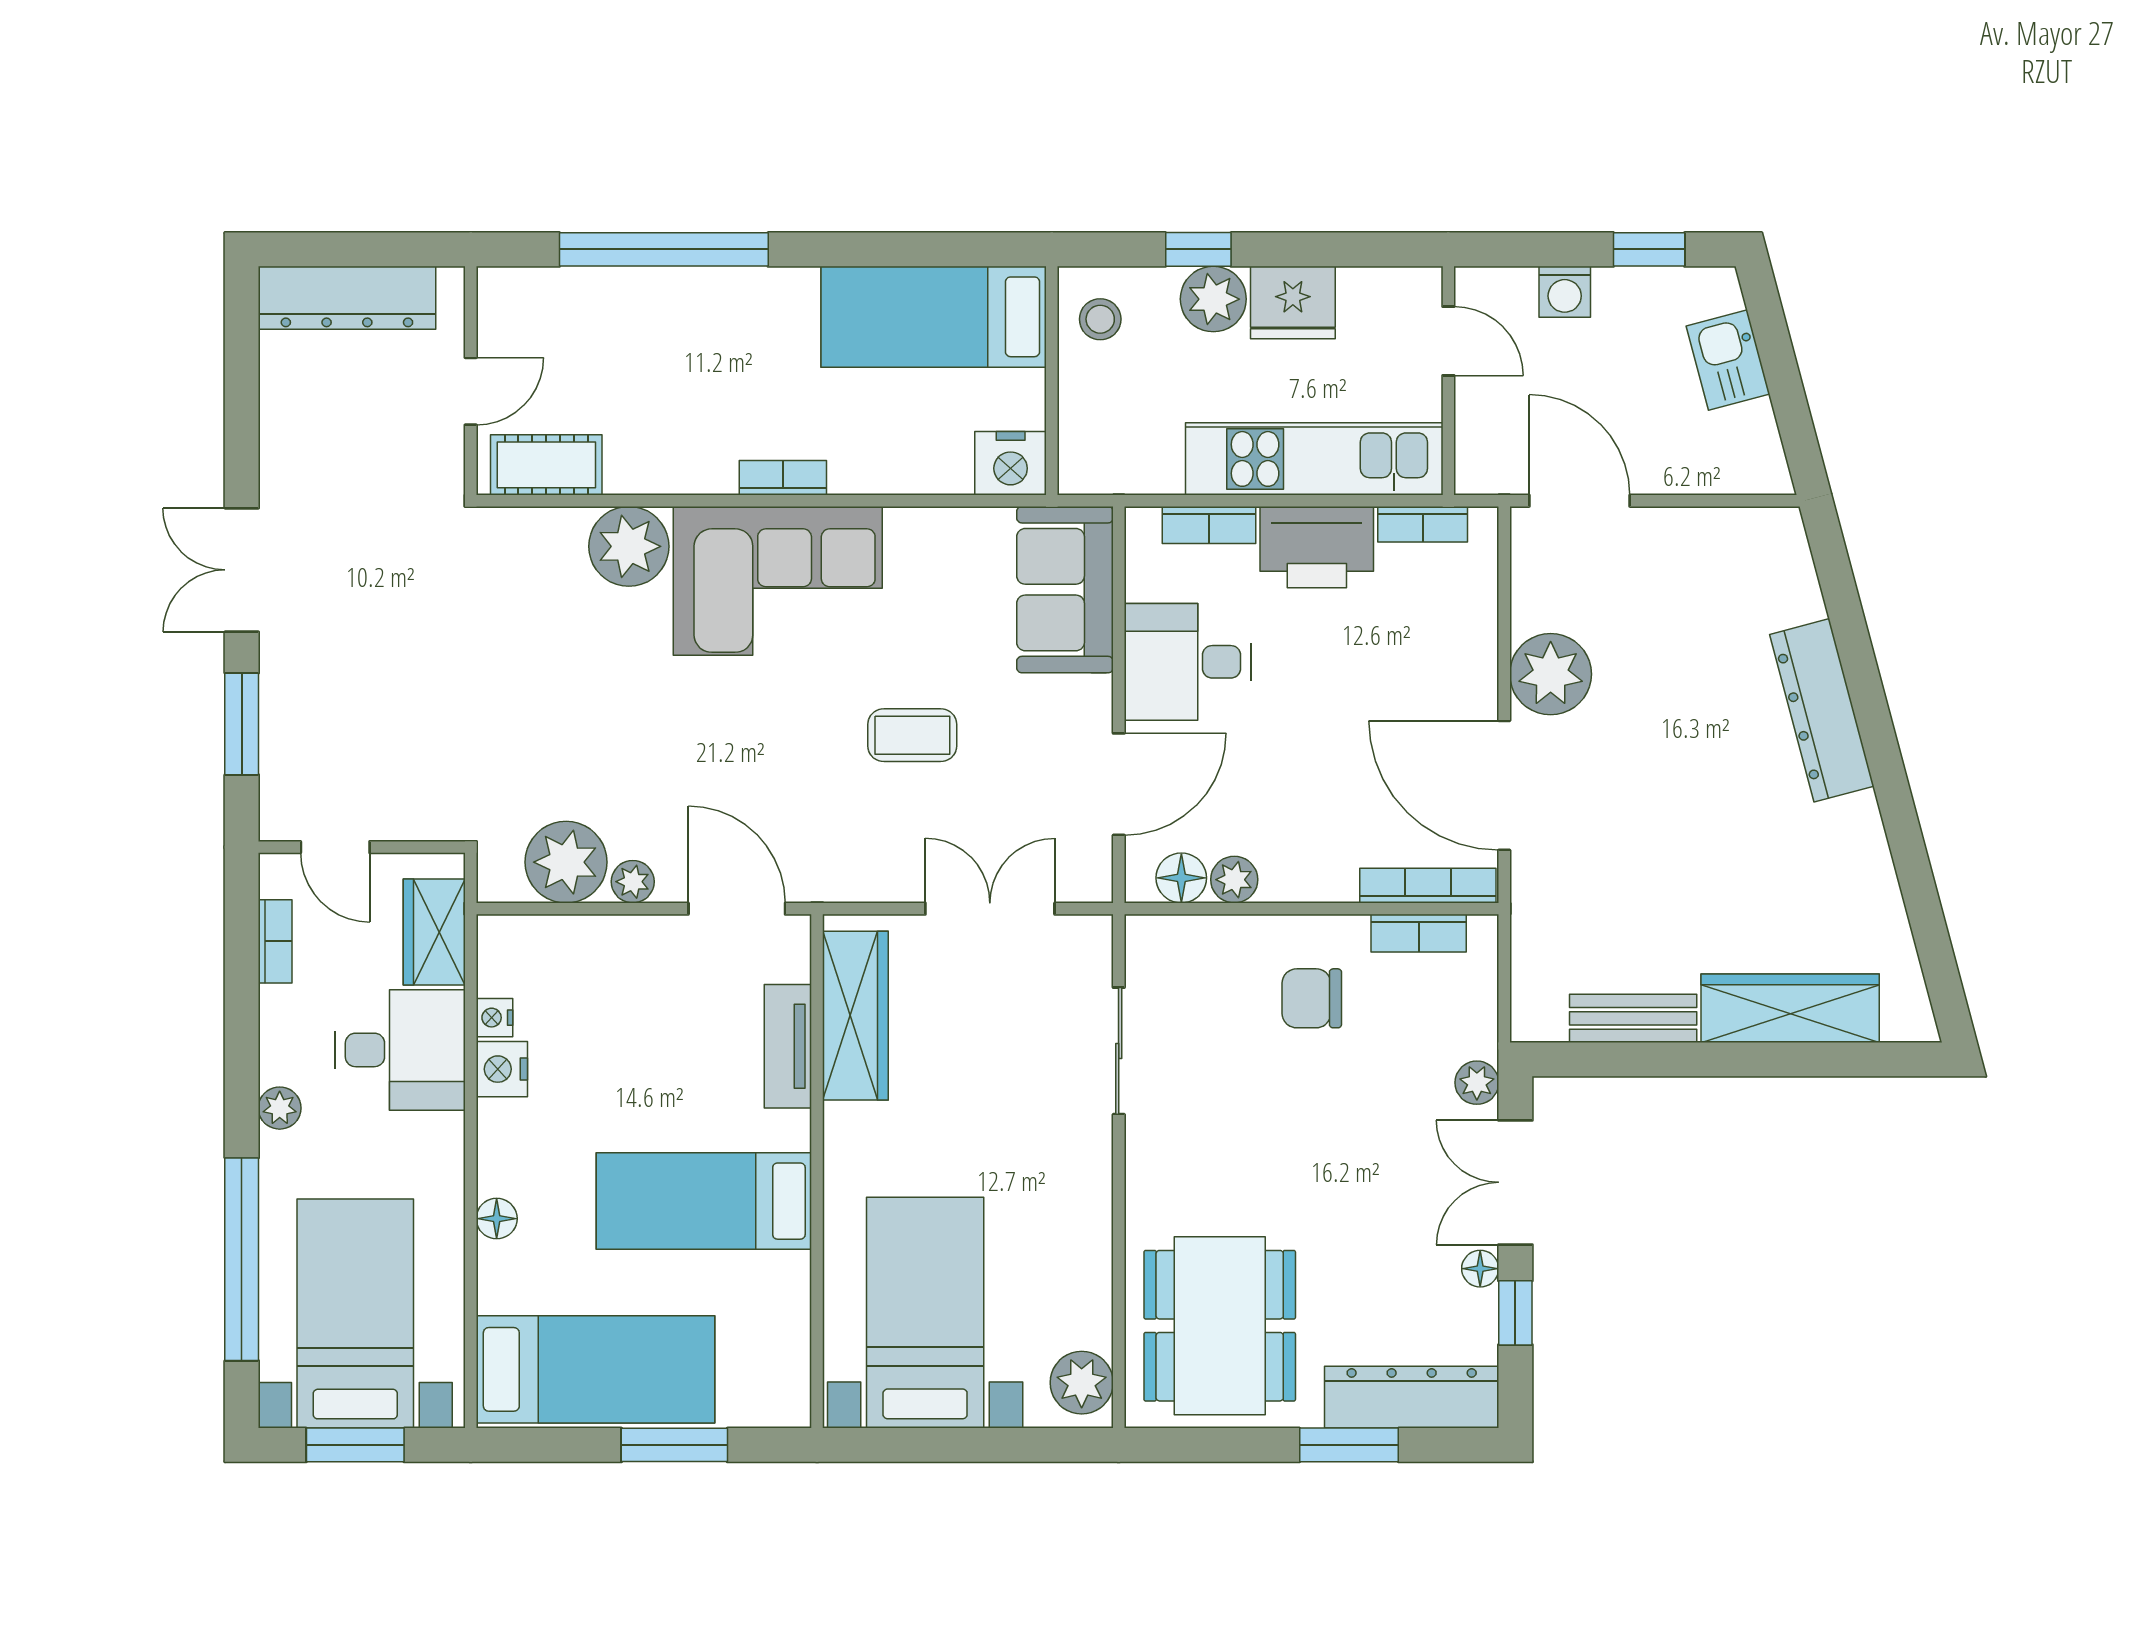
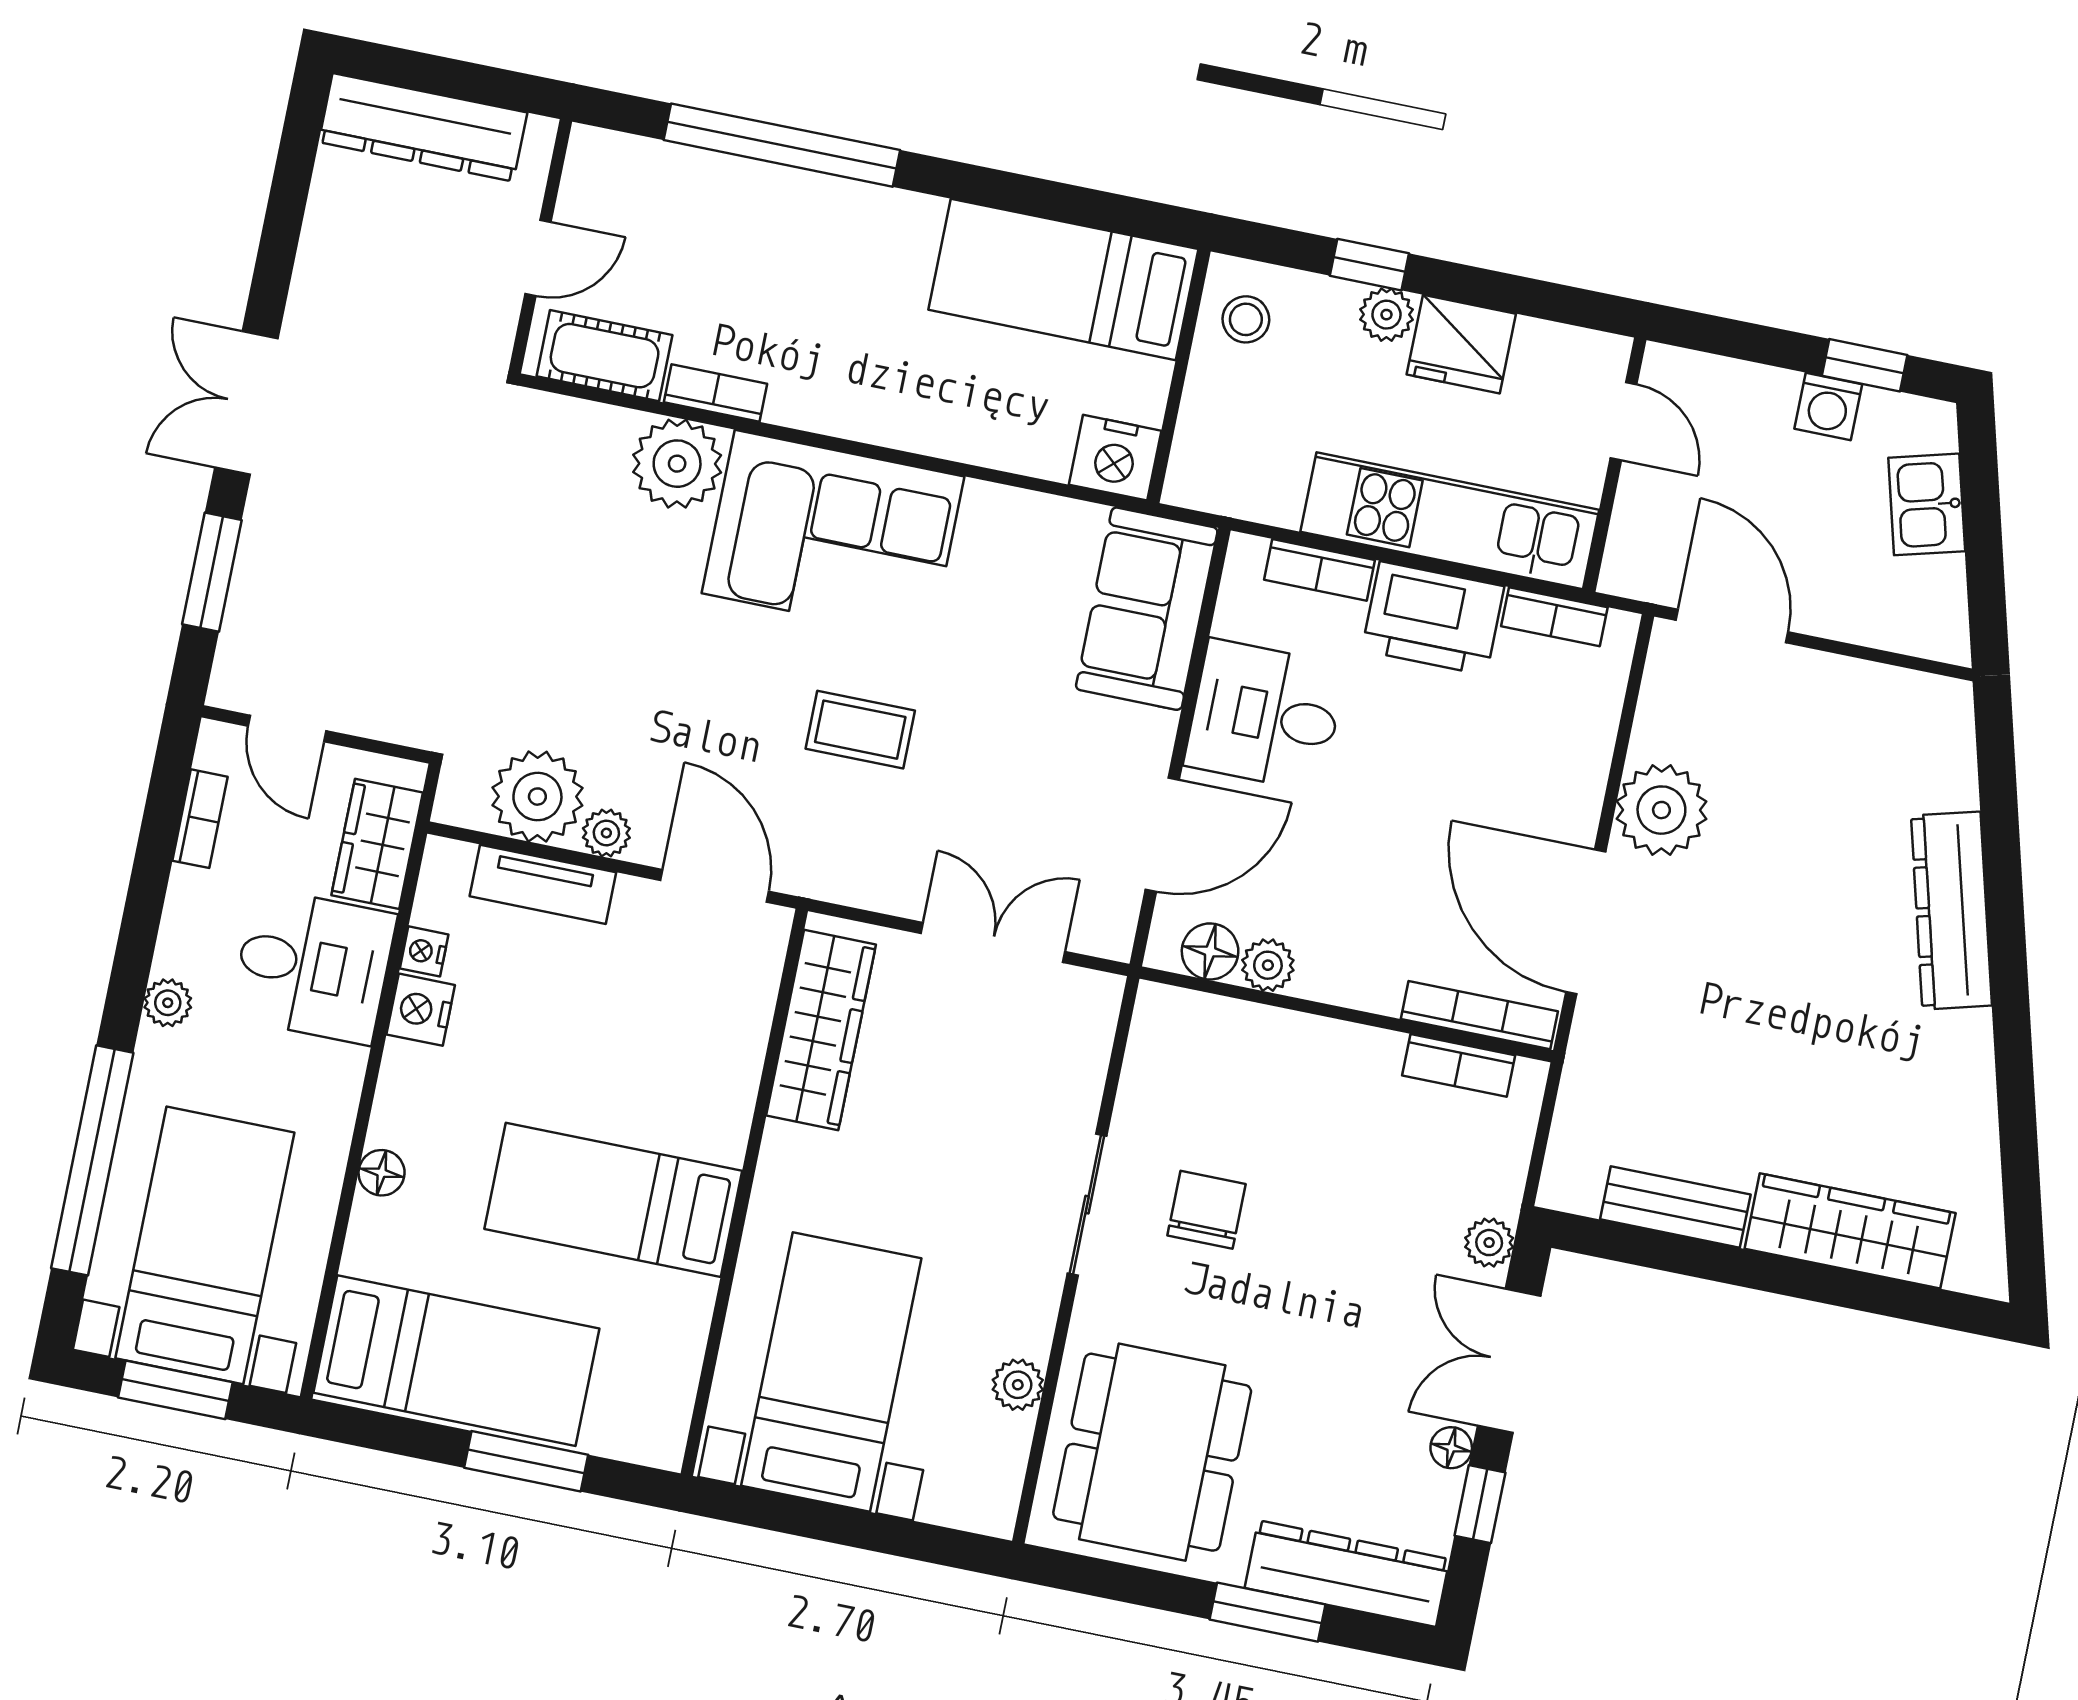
washing machine: (1565, 292) -> (1828, 406), moved
plant: (1213, 299) -> (1386, 315), width x0.73, depth x0.73
bookcase: (783, 478) -> (716, 393), moved
coffee table: (912, 735) -> (860, 730), moved
chair: (1312, 998) -> (1206, 1210), moved, turned 90
tv unit: (788, 1046) -> (543, 884), moved, turned -90
sliding door: (1119, 1051) -> (1087, 1205), moved
plant: (1082, 1383) -> (1018, 1385), moved, width x0.73, depth x0.73

